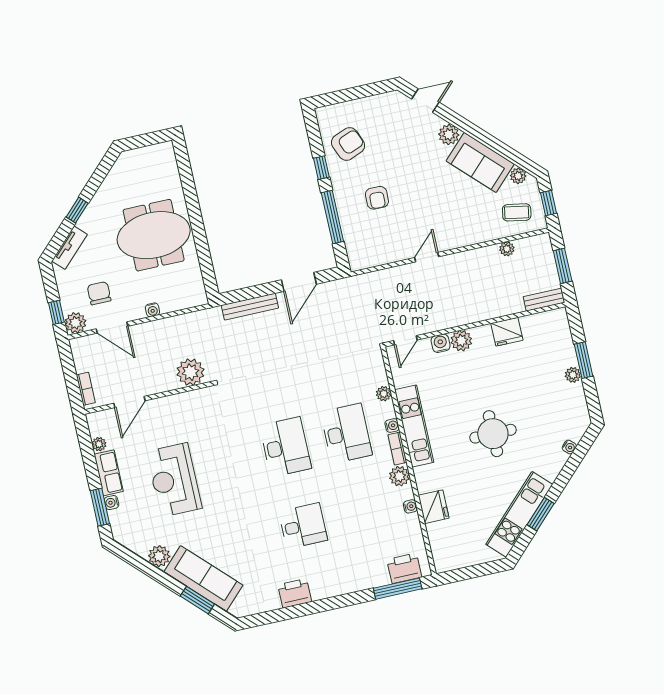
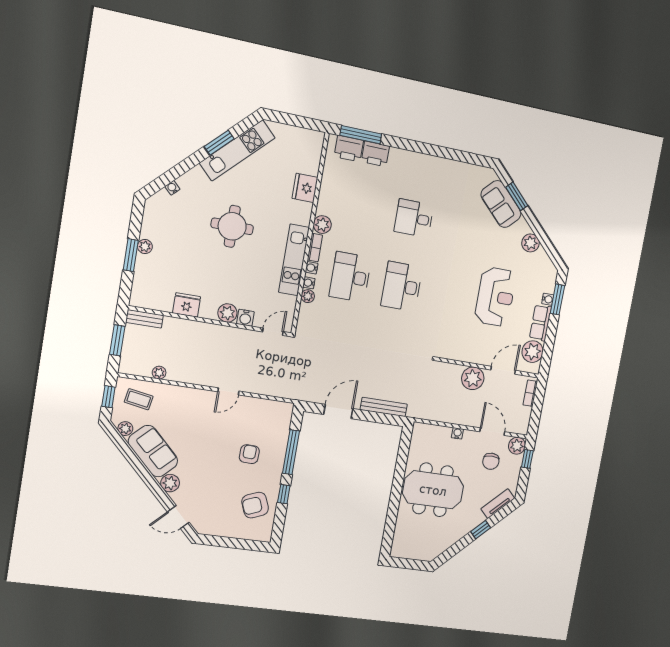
plant: (190, 372) -> (473, 378), moved
plant: (99, 444) -> (533, 352), width x1.88, depth x1.88
water cooler: (410, 506) -> (309, 283), moved
sofa: (203, 579) -> (501, 204), width x0.73
printer: (295, 593) -> (375, 154), moved

